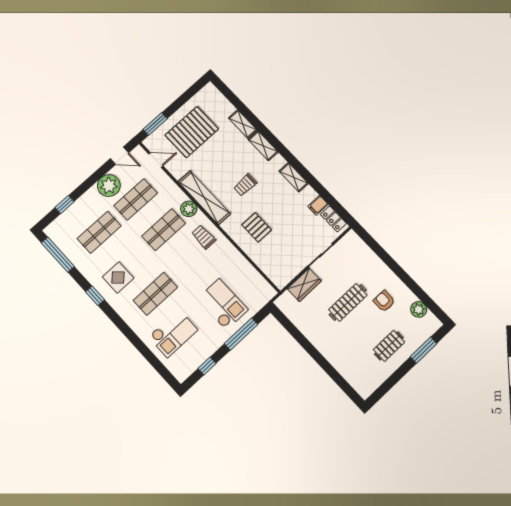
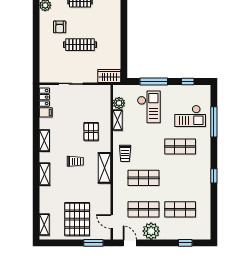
shelving: (243, 124) -> (44, 225), moved
pallet: (192, 132) -> (77, 219), turned 90
shelving: (204, 198) -> (105, 168), width x0.68
plant: (189, 209) -> (119, 103), moved
window: (58, 255) -> (214, 122), moved
shelving: (241, 262) -> (118, 120), added
display table: (118, 277) -> (192, 174), removed
wardrobe: (304, 285) -> (109, 76), moved
checkout: (223, 304) -> (149, 107), turned 180
checkout: (173, 333) -> (190, 116), turned 180

